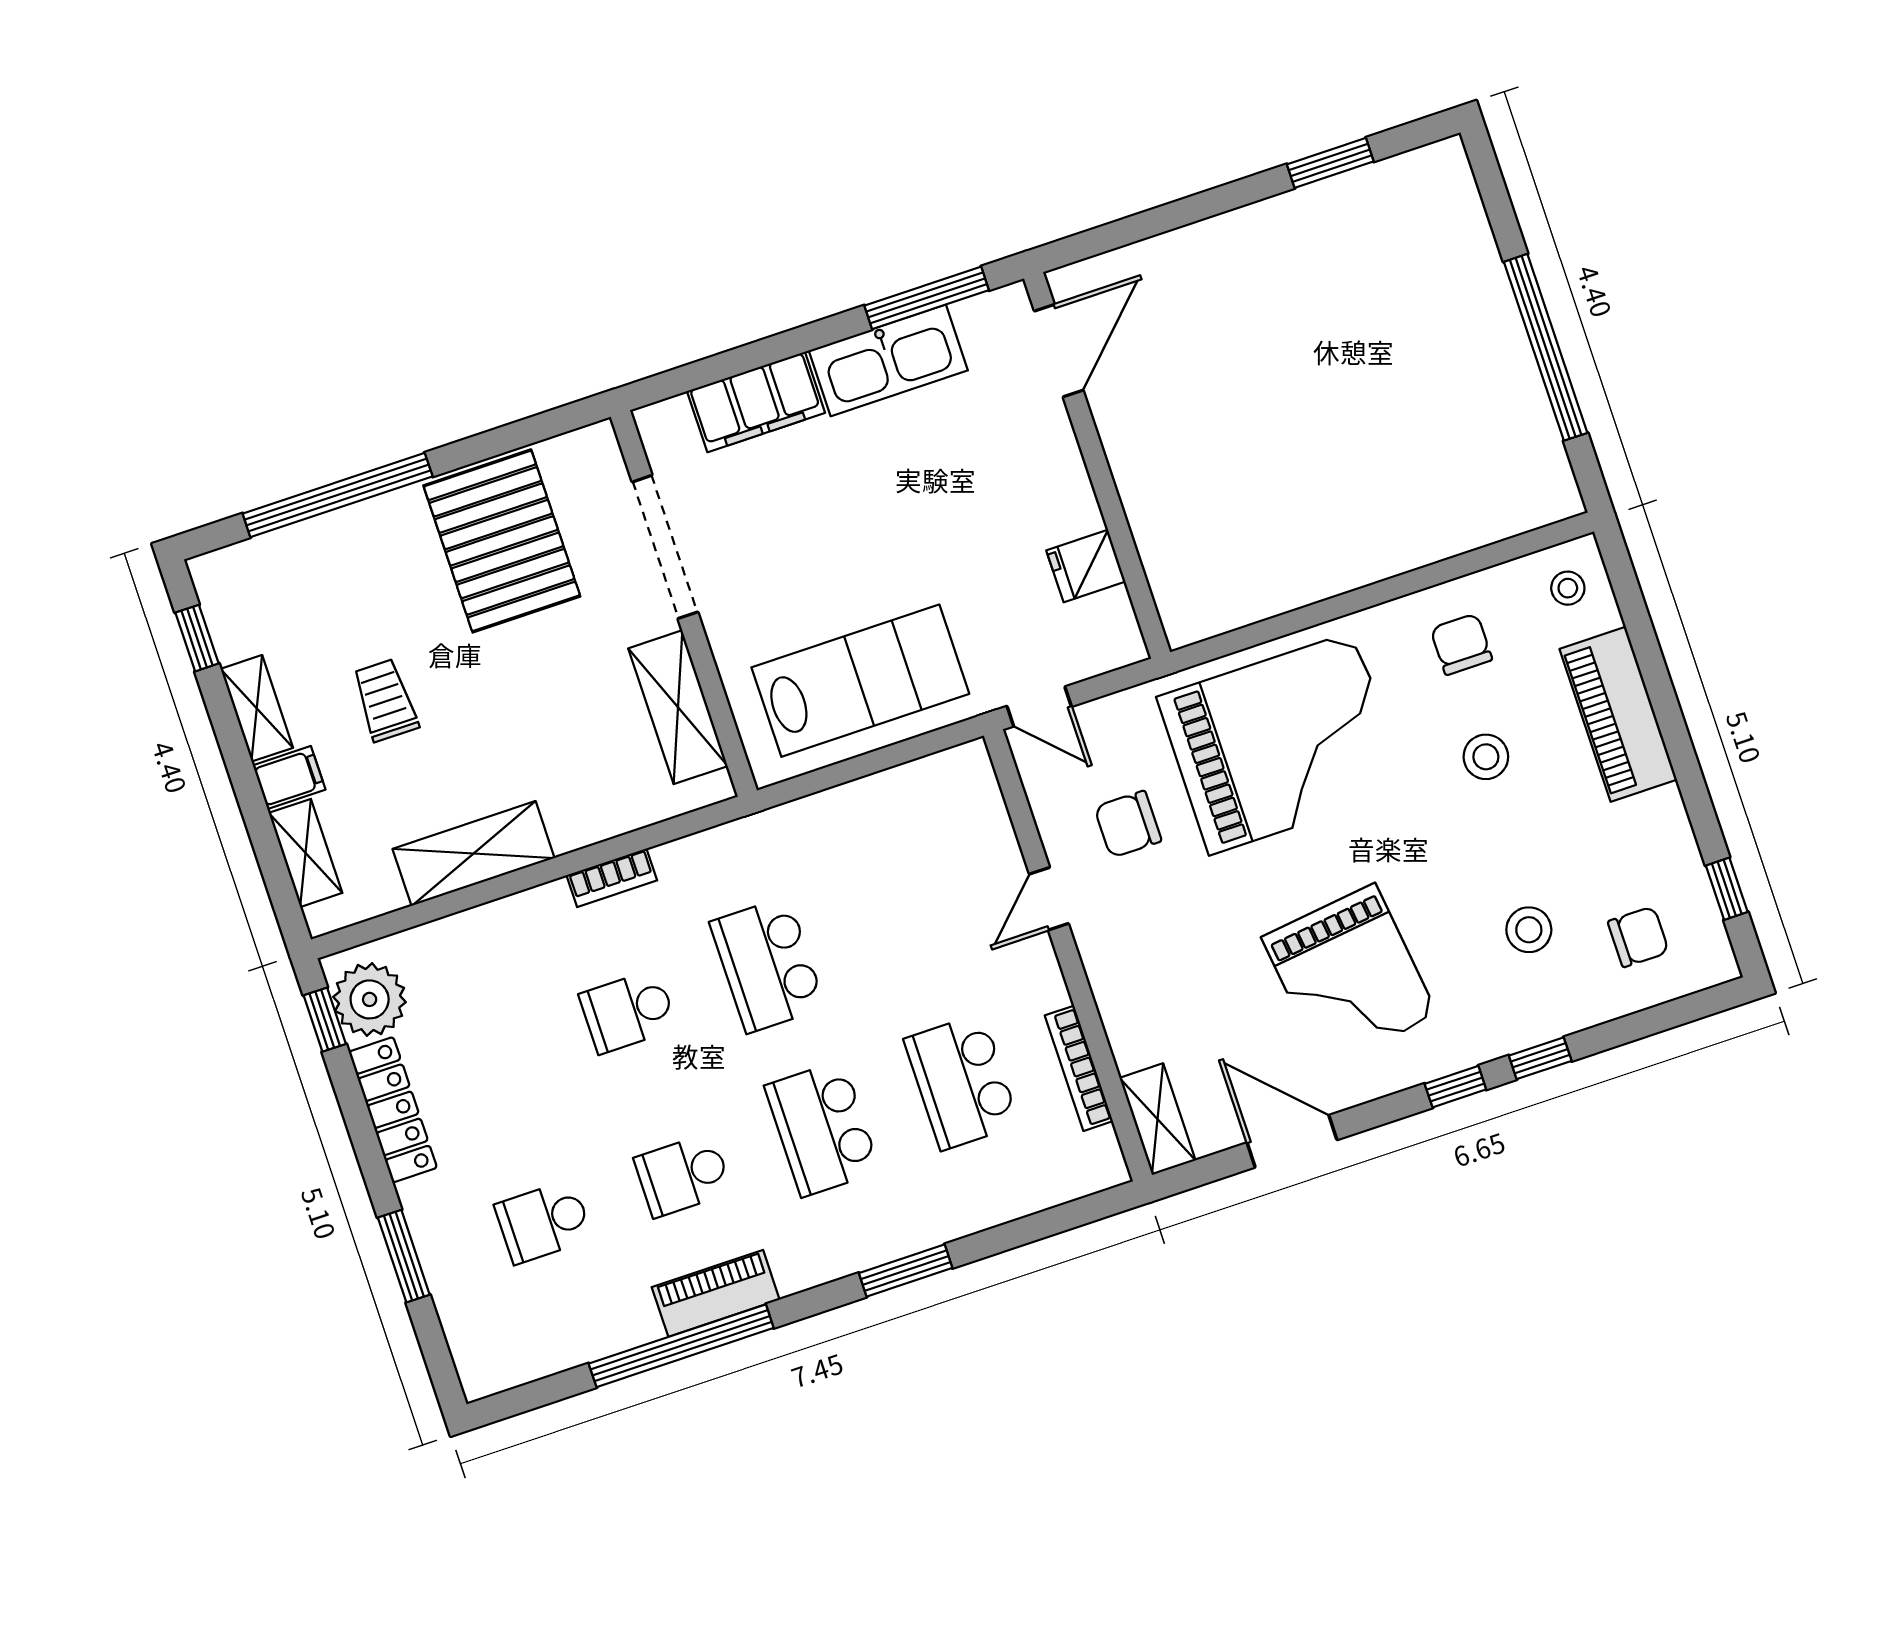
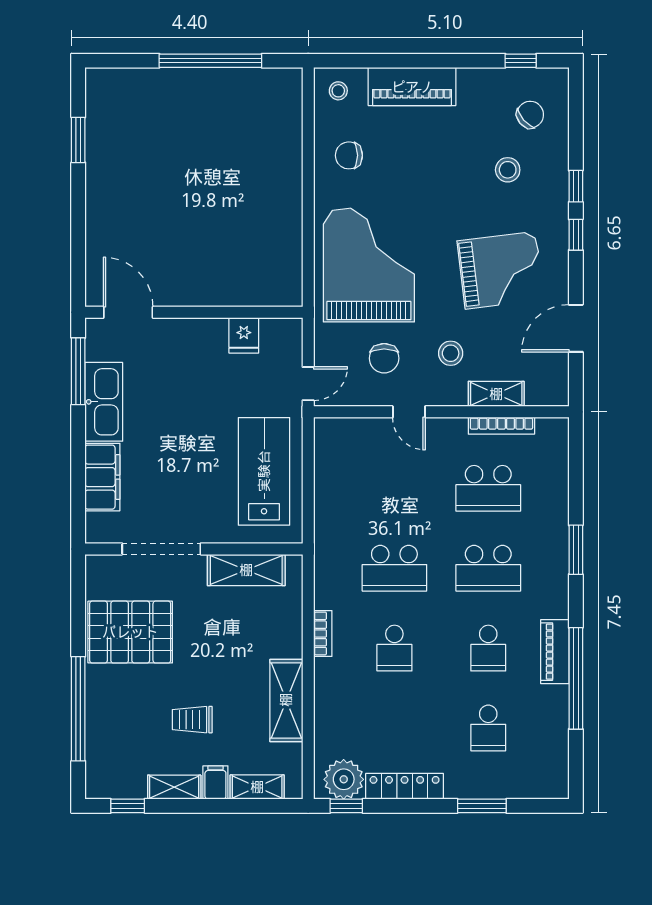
stool: (1486, 757) -> (451, 353), moved
chair: (1638, 937) -> (530, 115), turned 49
shelving: (1157, 1119) -> (496, 394), moved

